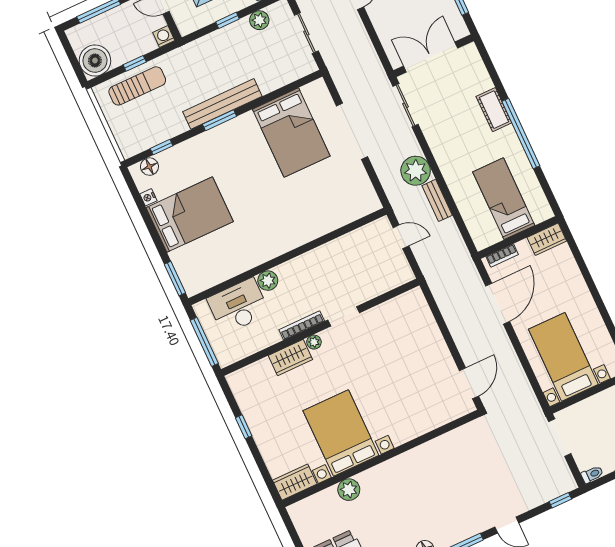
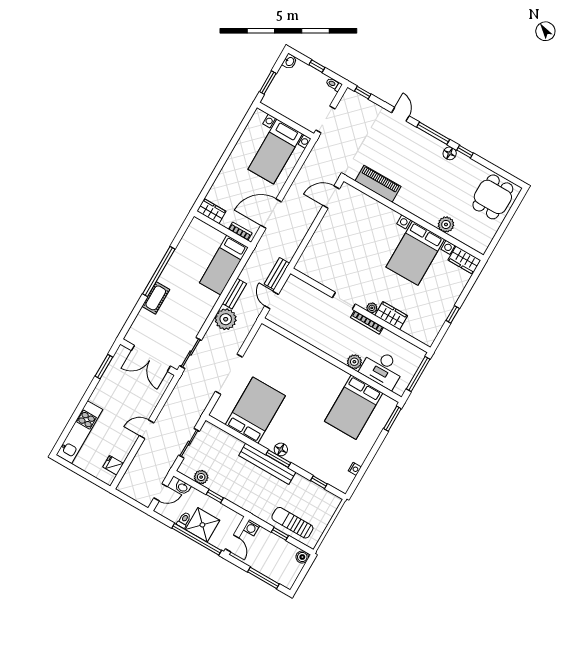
boiler: (95, 61) -> (302, 557), width x0.54, depth x0.54
floor lamp: (149, 167) -> (281, 449), moved
bed: (504, 199) -> (224, 265), moved
bed: (190, 215) -> (354, 407), moved, turned -90
bench: (426, 263) -> (277, 274), added
piano: (447, 446) -> (378, 184), added

